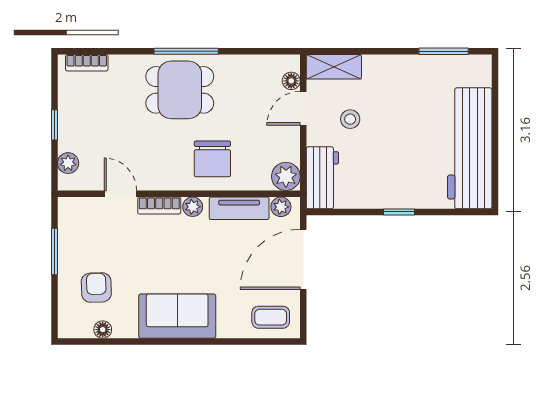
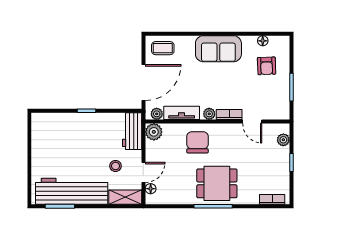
workbench: (470, 148) -> (72, 191), moved, turned -90

